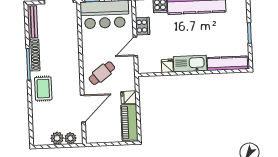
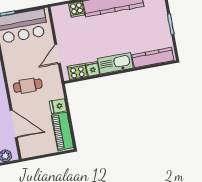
cooker: (143, 26) -> (77, 72), moved, turned -90
cafe table: (102, 73) -> (28, 86), turned 37
door: (83, 109) -> (14, 124), hinge flipped

